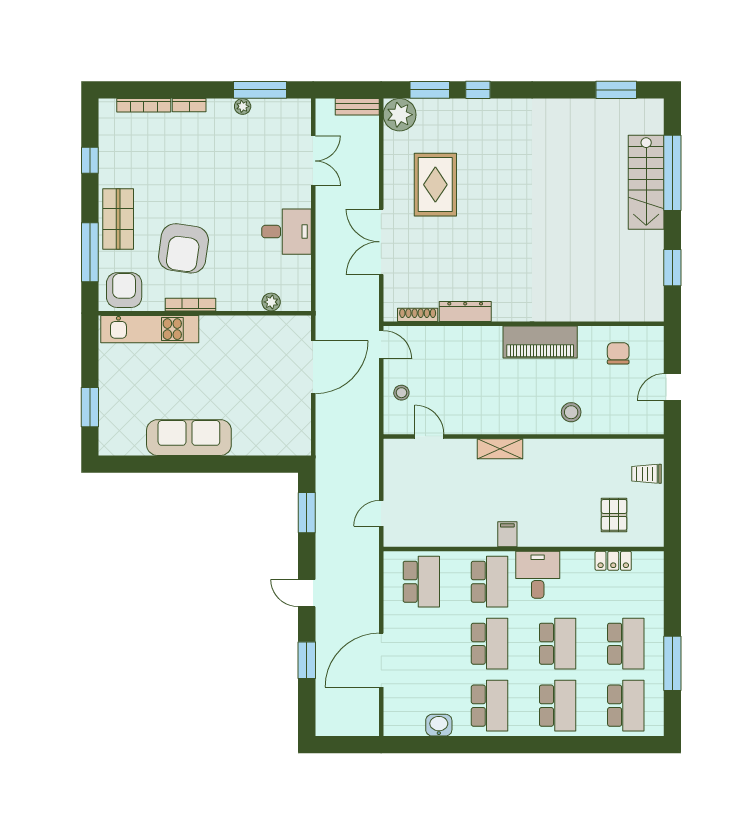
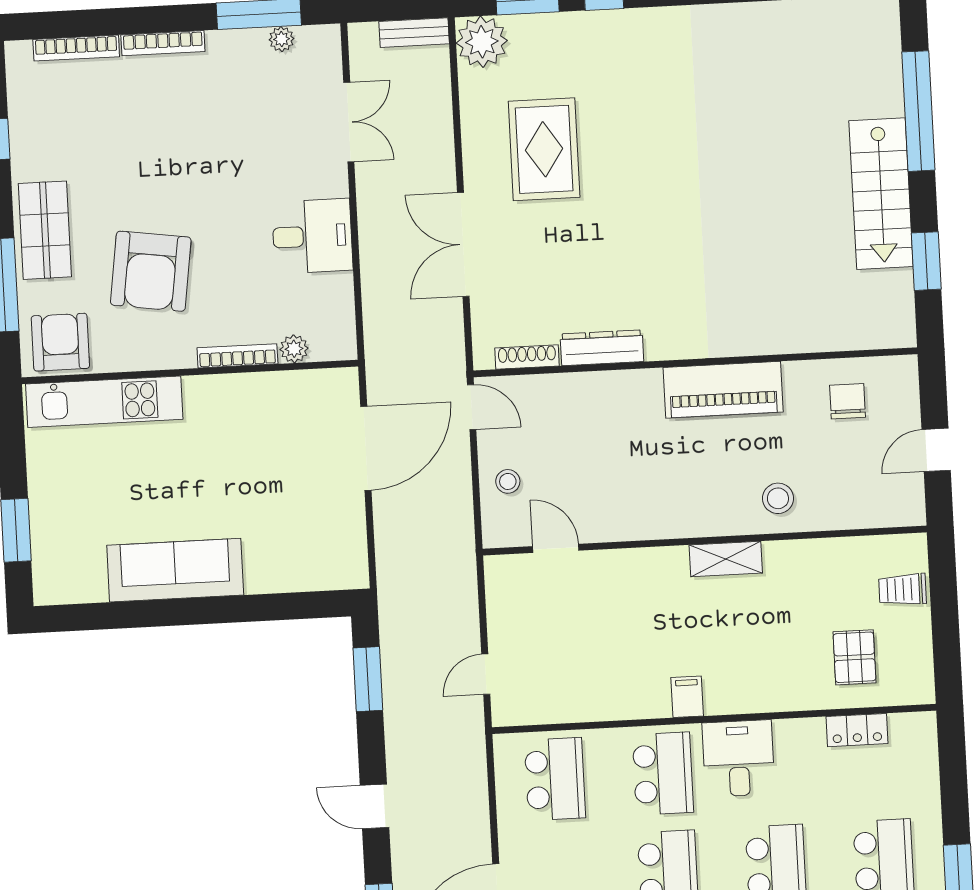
bookcase: (189, 105) -> (163, 43), width x1.56
plant: (243, 106) -> (281, 39), moved
stairs: (646, 182) -> (881, 194), moved
bookcase: (191, 305) -> (237, 356), moved
shelving: (500, 449) -> (726, 559), moved

